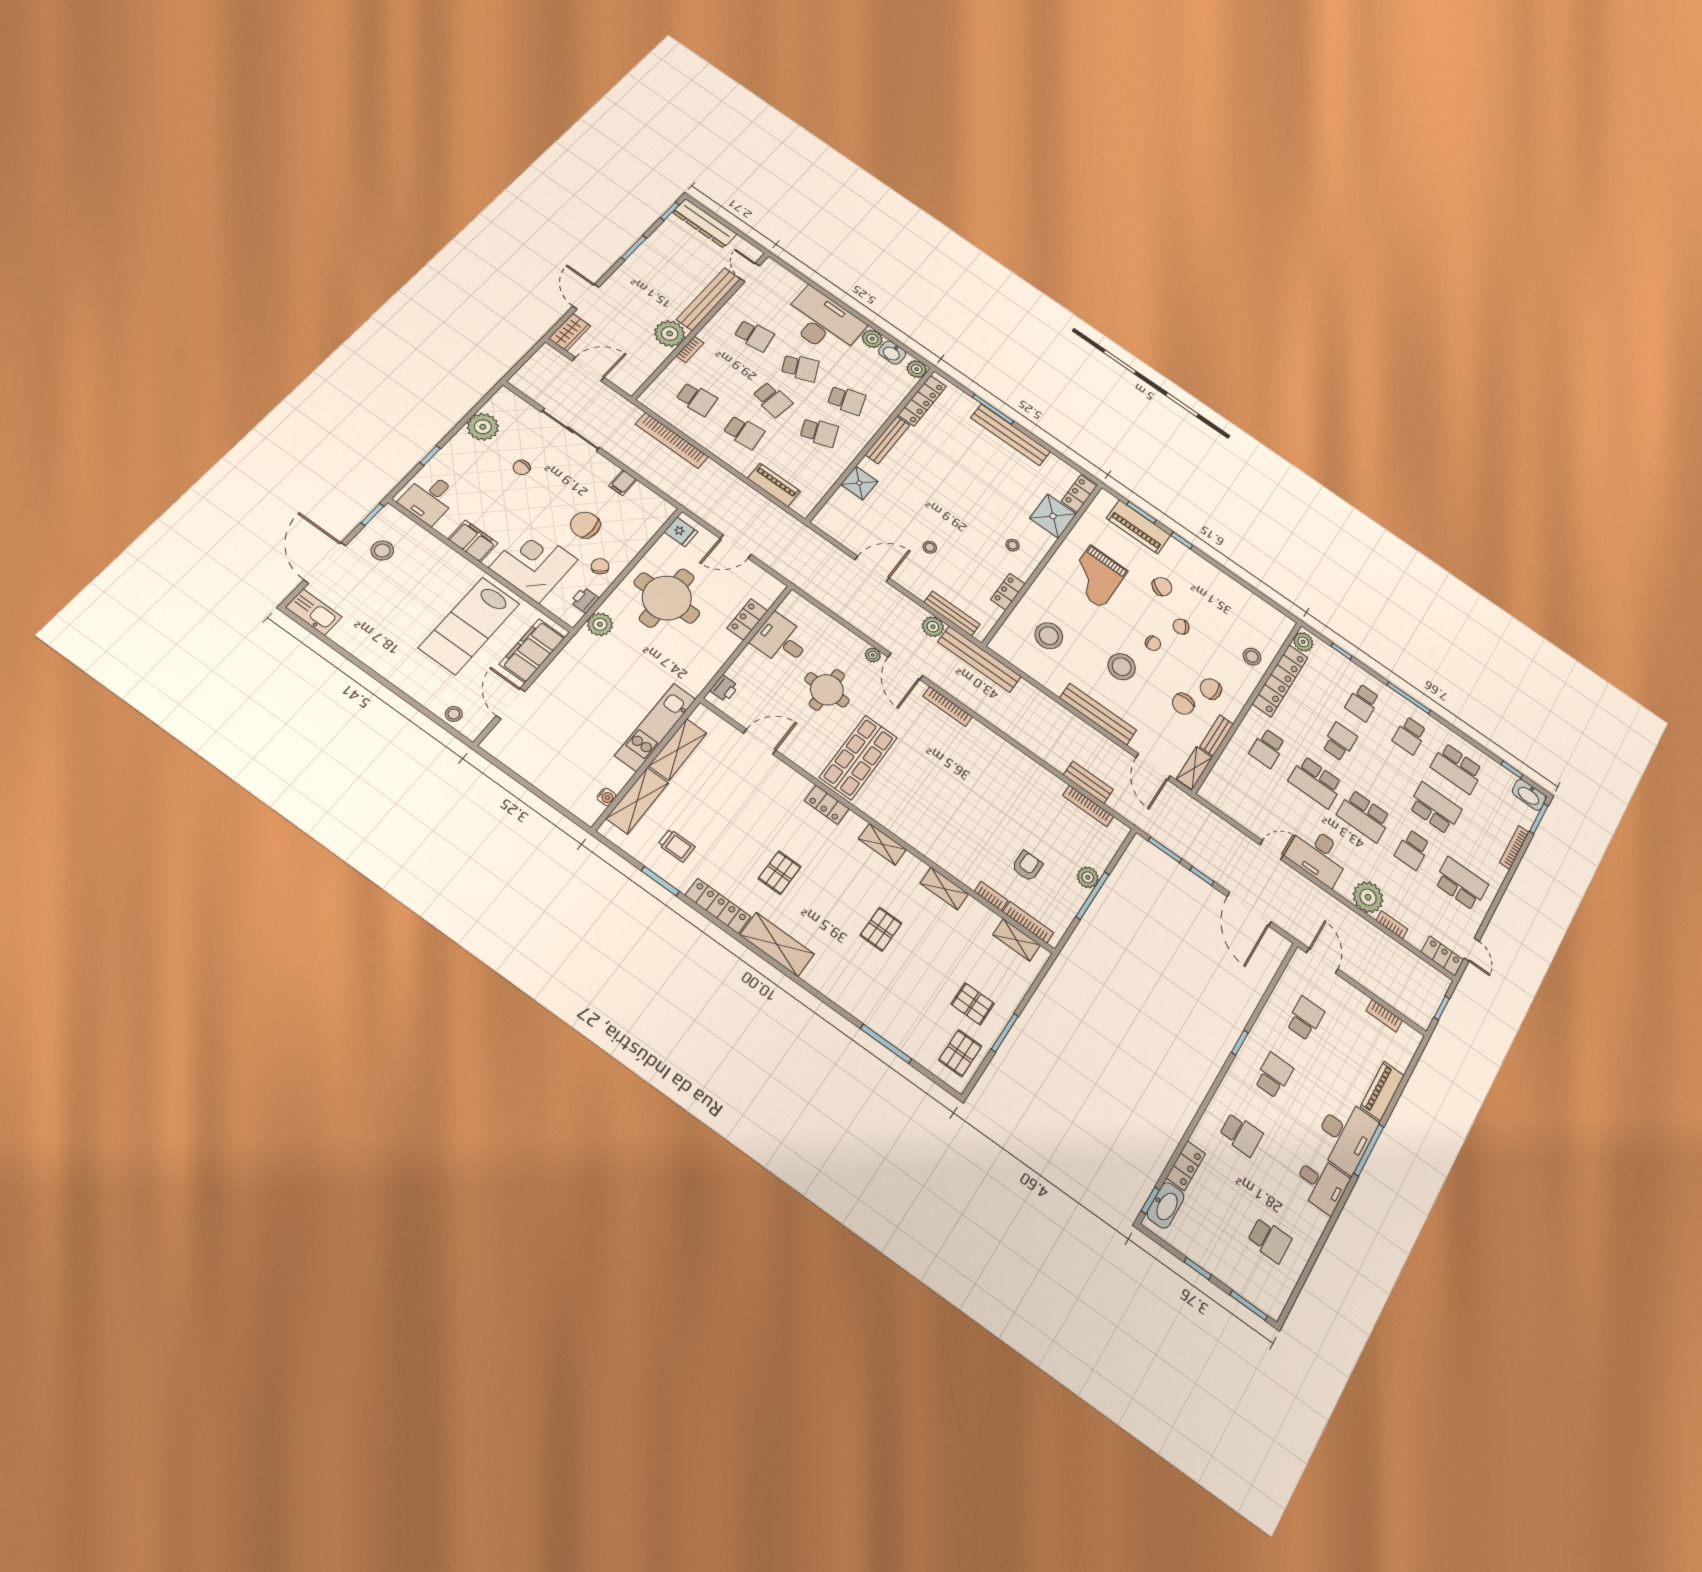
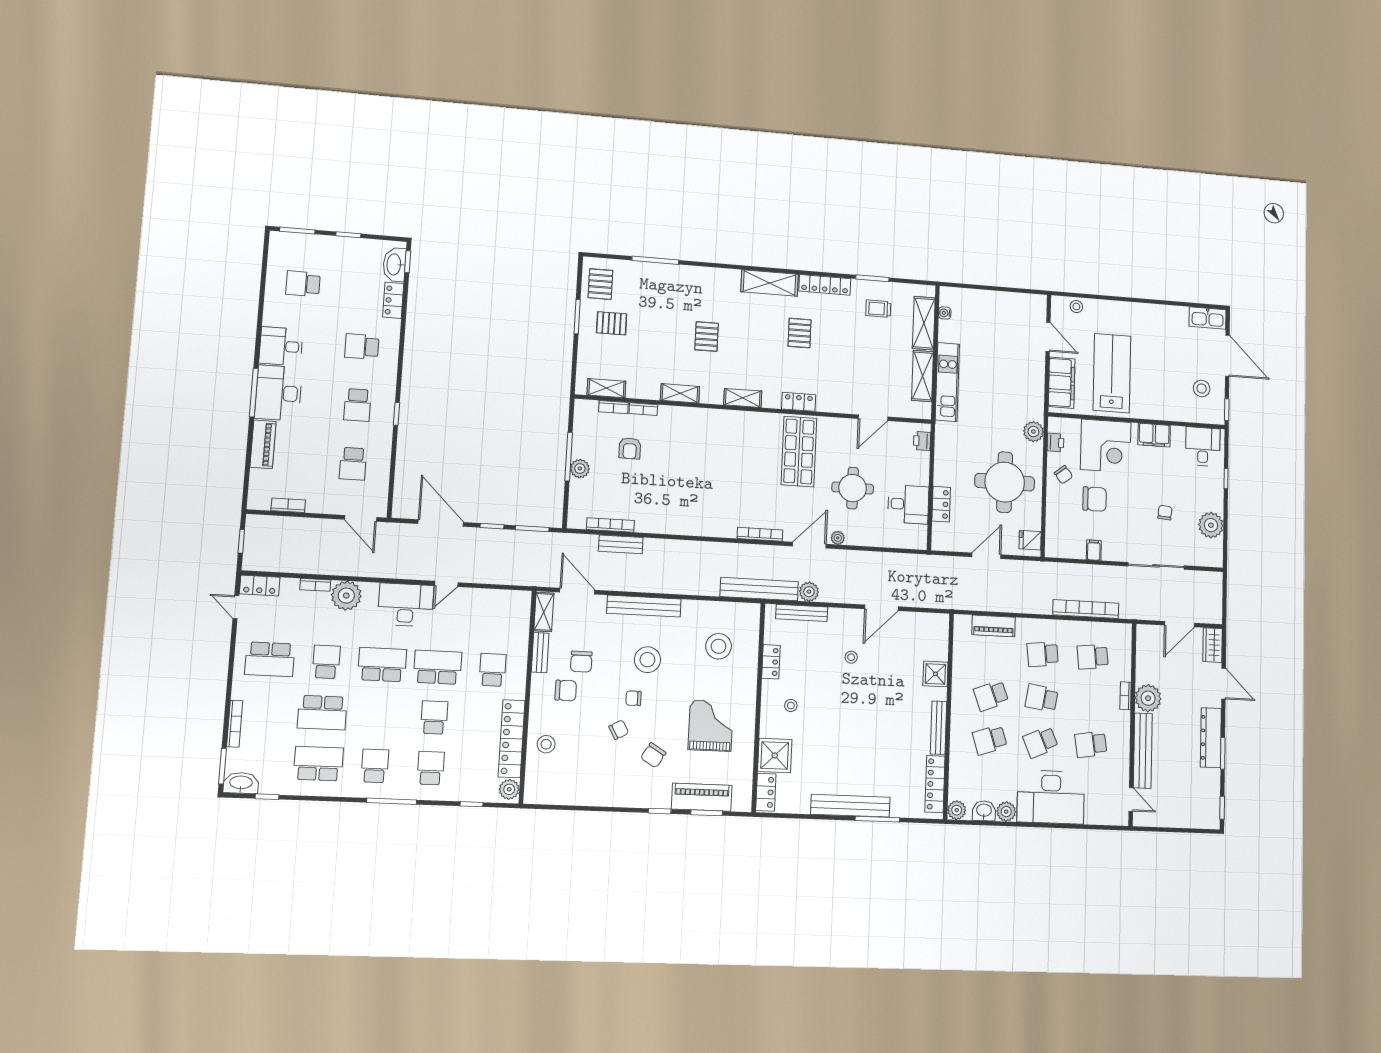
dresser: (705, 223) -> (1211, 738), moved, turned -90
door: (905, 666) -> (809, 545), hinge flipped
chair: (1183, 704) -> (581, 662), turned 180
school desk: (1339, 742) -> (434, 717), turned 180
bookcase: (1028, 922) -> (613, 407), width x0.64

